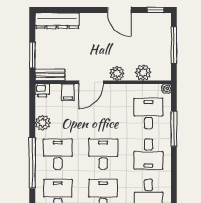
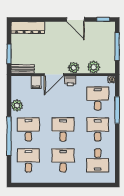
printer: (42, 90) -> (70, 81), moved
desk: (148, 154) -> (98, 129), turned 180

